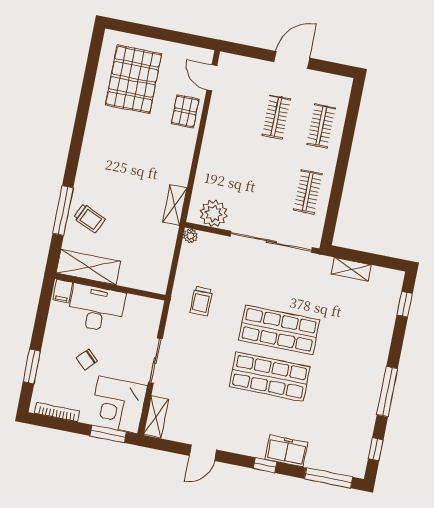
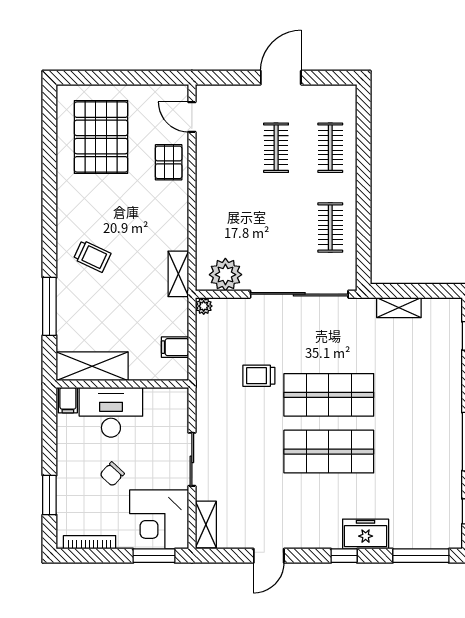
trolley: (89, 218) -> (92, 256), moved
filing cabinet: (160, 265) -> (175, 347), added
trolley: (201, 301) -> (259, 376), moved, turned 90

